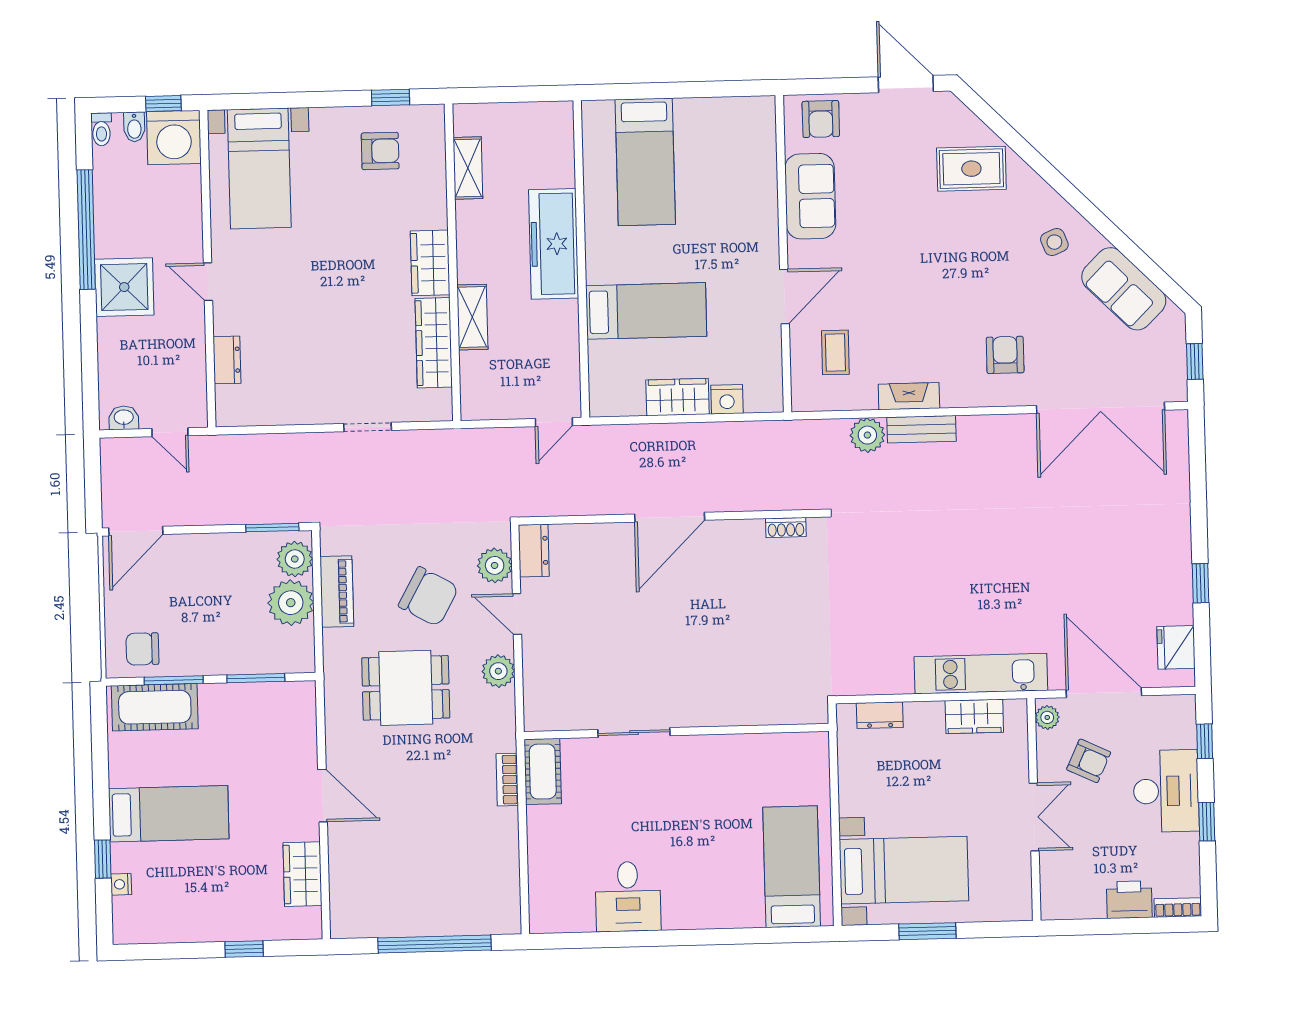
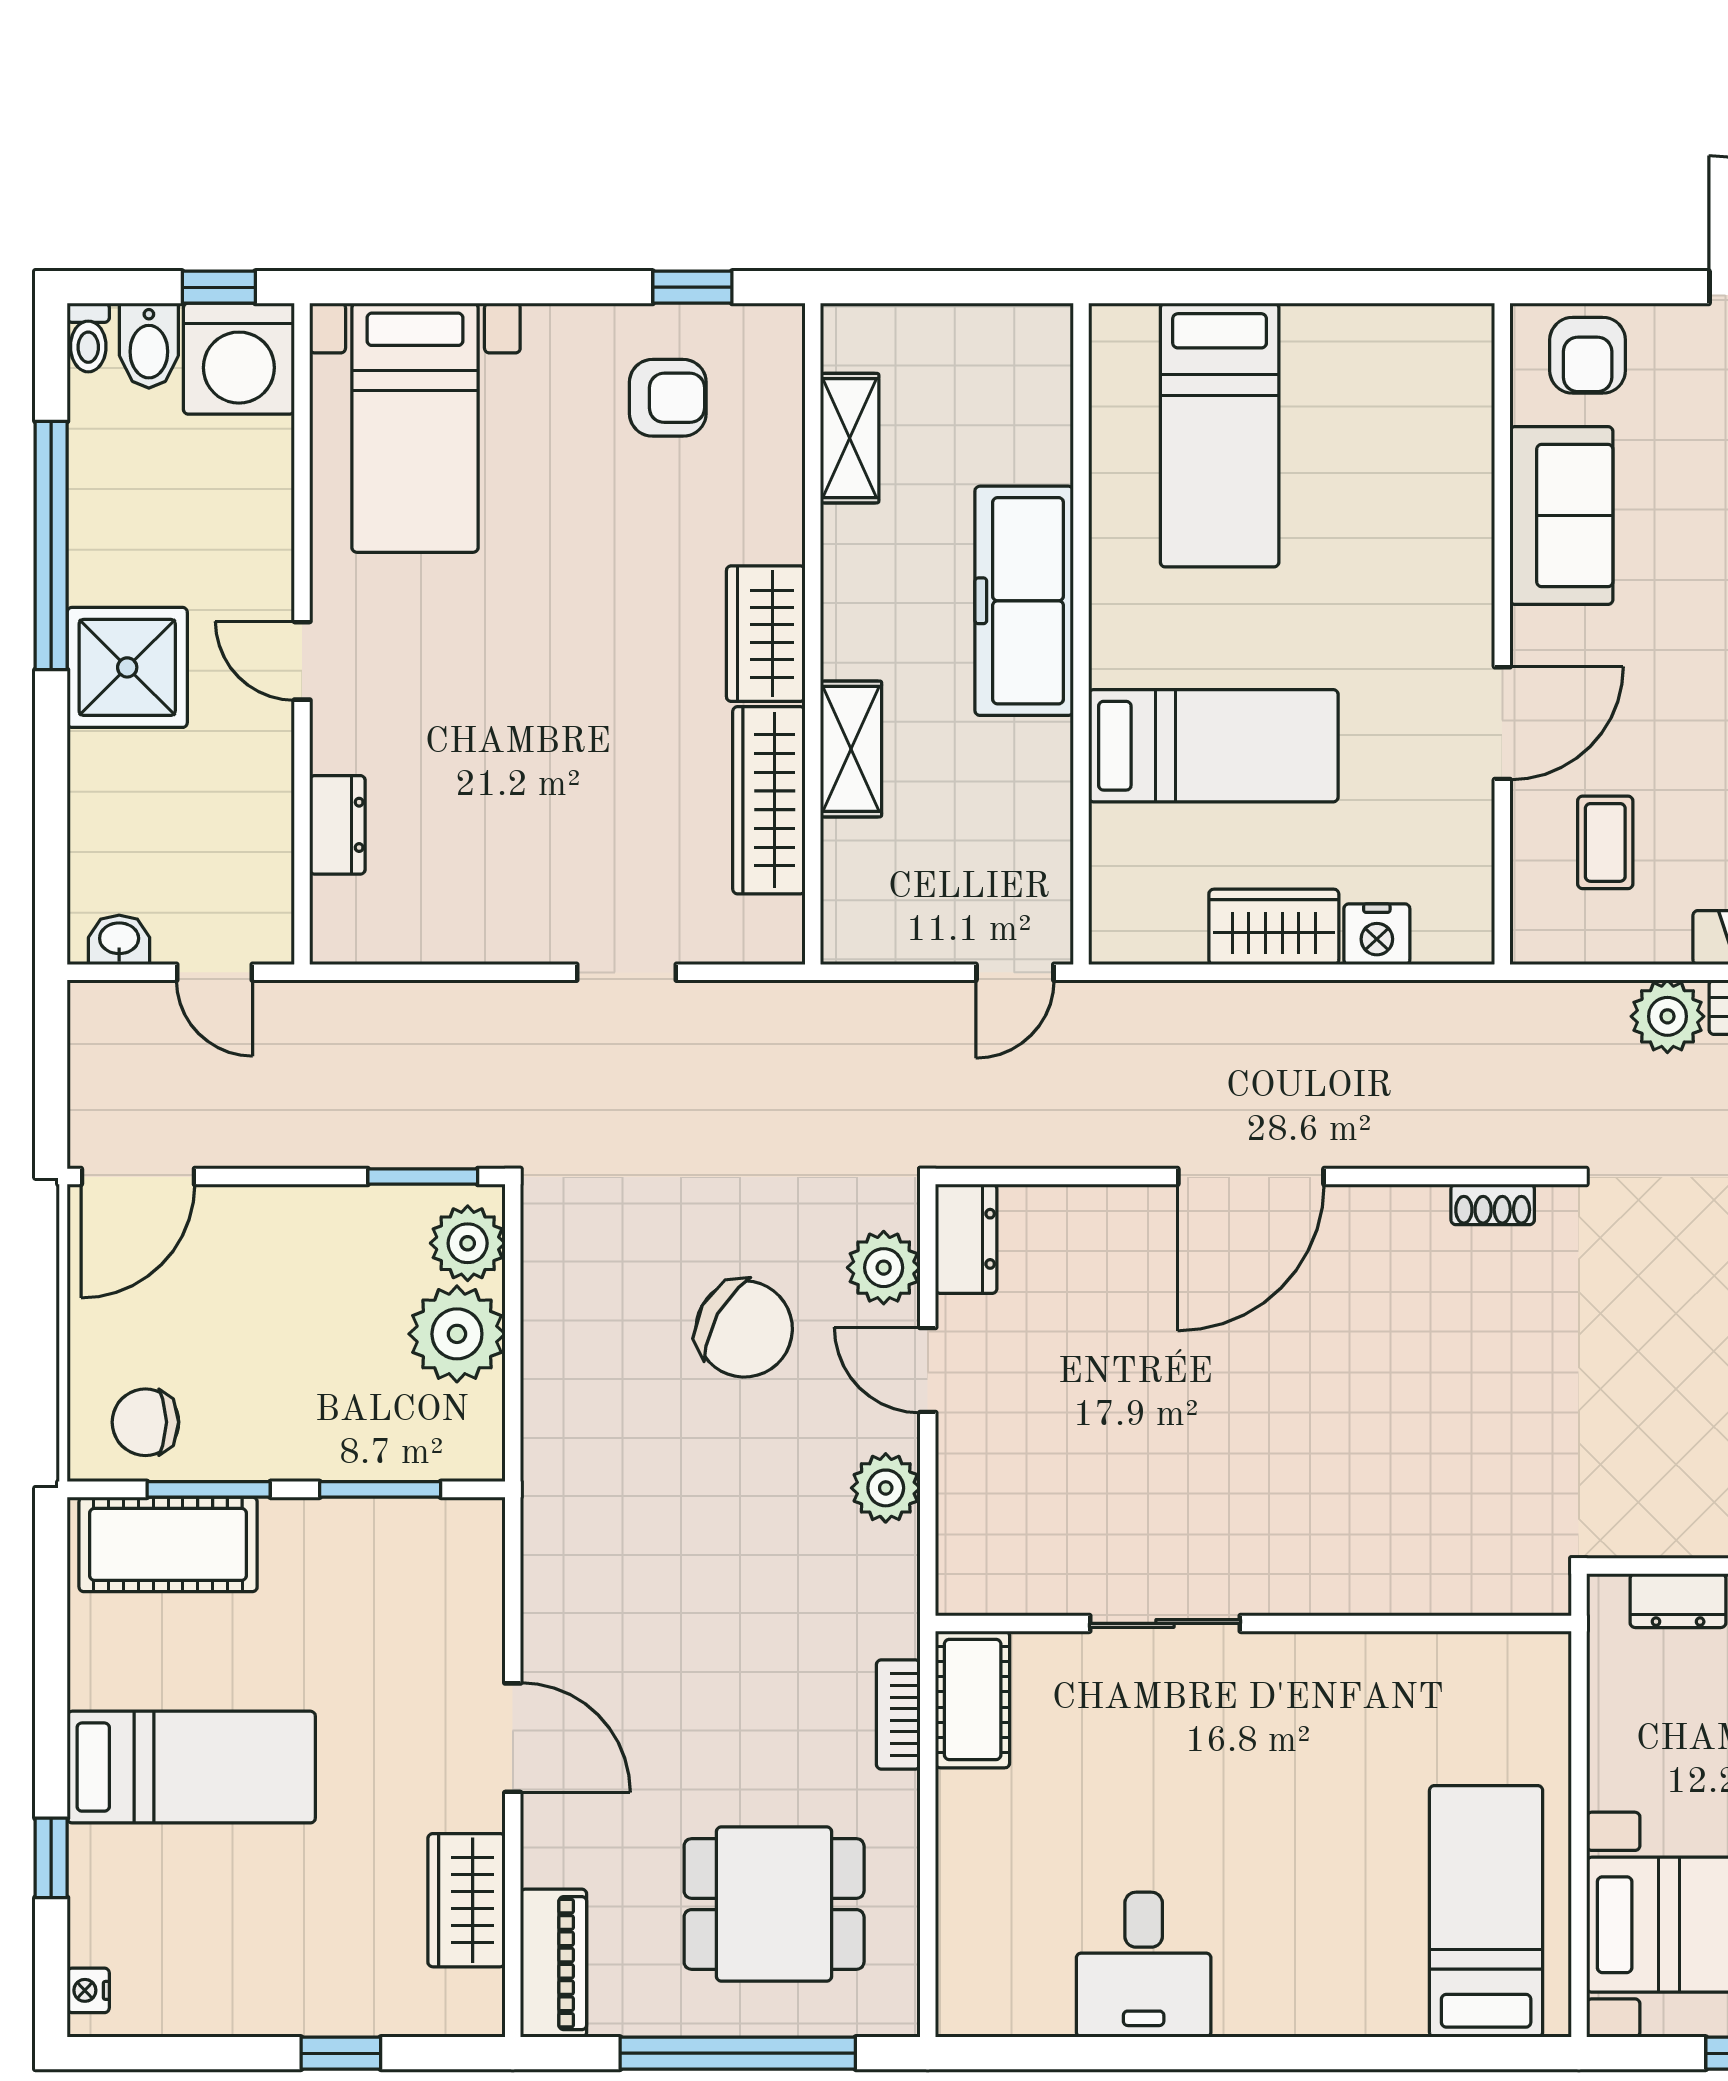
bidet: (134, 127) -> (149, 346), width x1.38, depth x1.36
piano: (337, 591) -> (554, 1963), moved
dining table: (406, 688) -> (774, 1904), moved
nightstand: (121, 884) -> (88, 1990), moved

